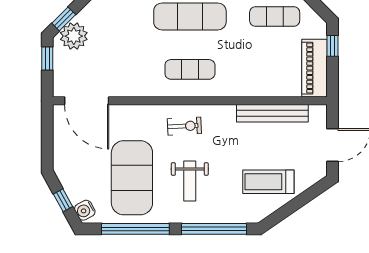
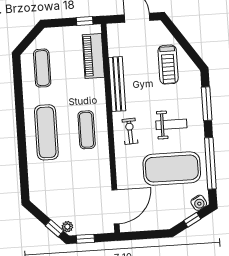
plant: (74, 36) -> (67, 227), width x0.53, depth x0.53
window: (333, 46) -> (85, 21), moved
piano: (315, 68) -> (93, 56), moved, turned 90
bench: (272, 113) -> (117, 84), moved
window: (214, 229) -> (207, 104), width x0.68

